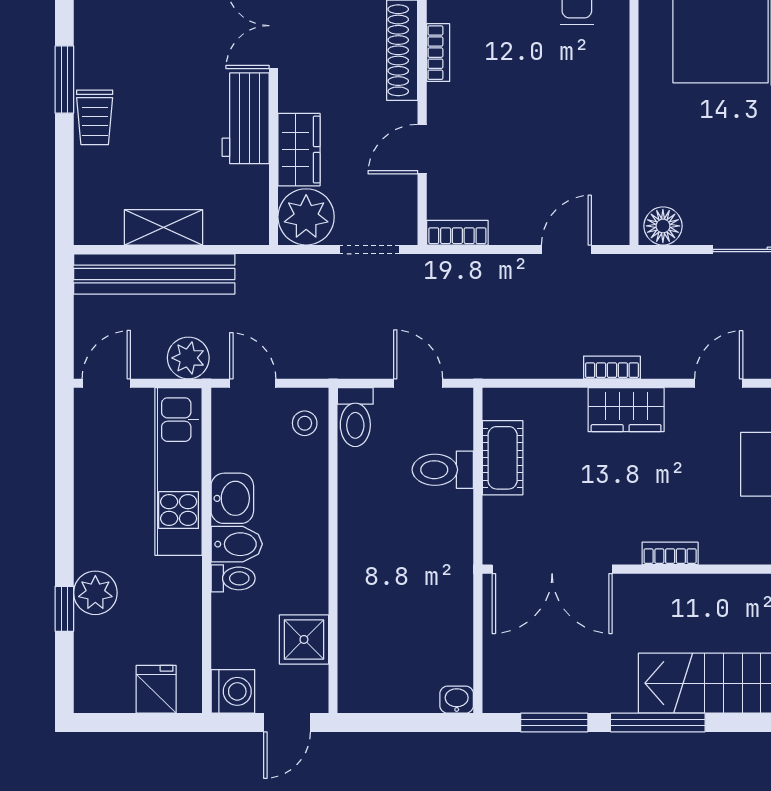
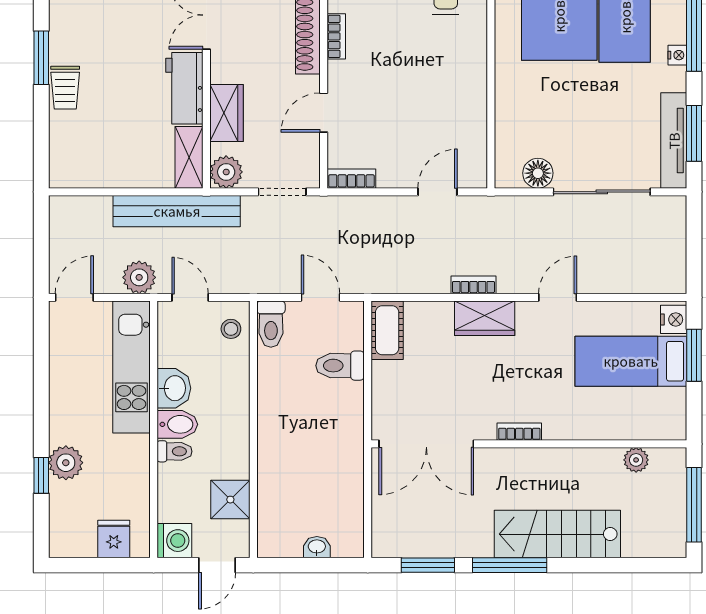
plant: (306, 217) -> (226, 172), width x0.73, depth x0.73
floor lamp: (663, 226) -> (538, 173), moved
shelving: (164, 227) -> (189, 157), moved, turned 90
bench: (154, 274) -> (177, 211), moved
cot: (503, 458) -> (387, 330), moved
washbasin: (457, 700) -> (317, 547), moved

